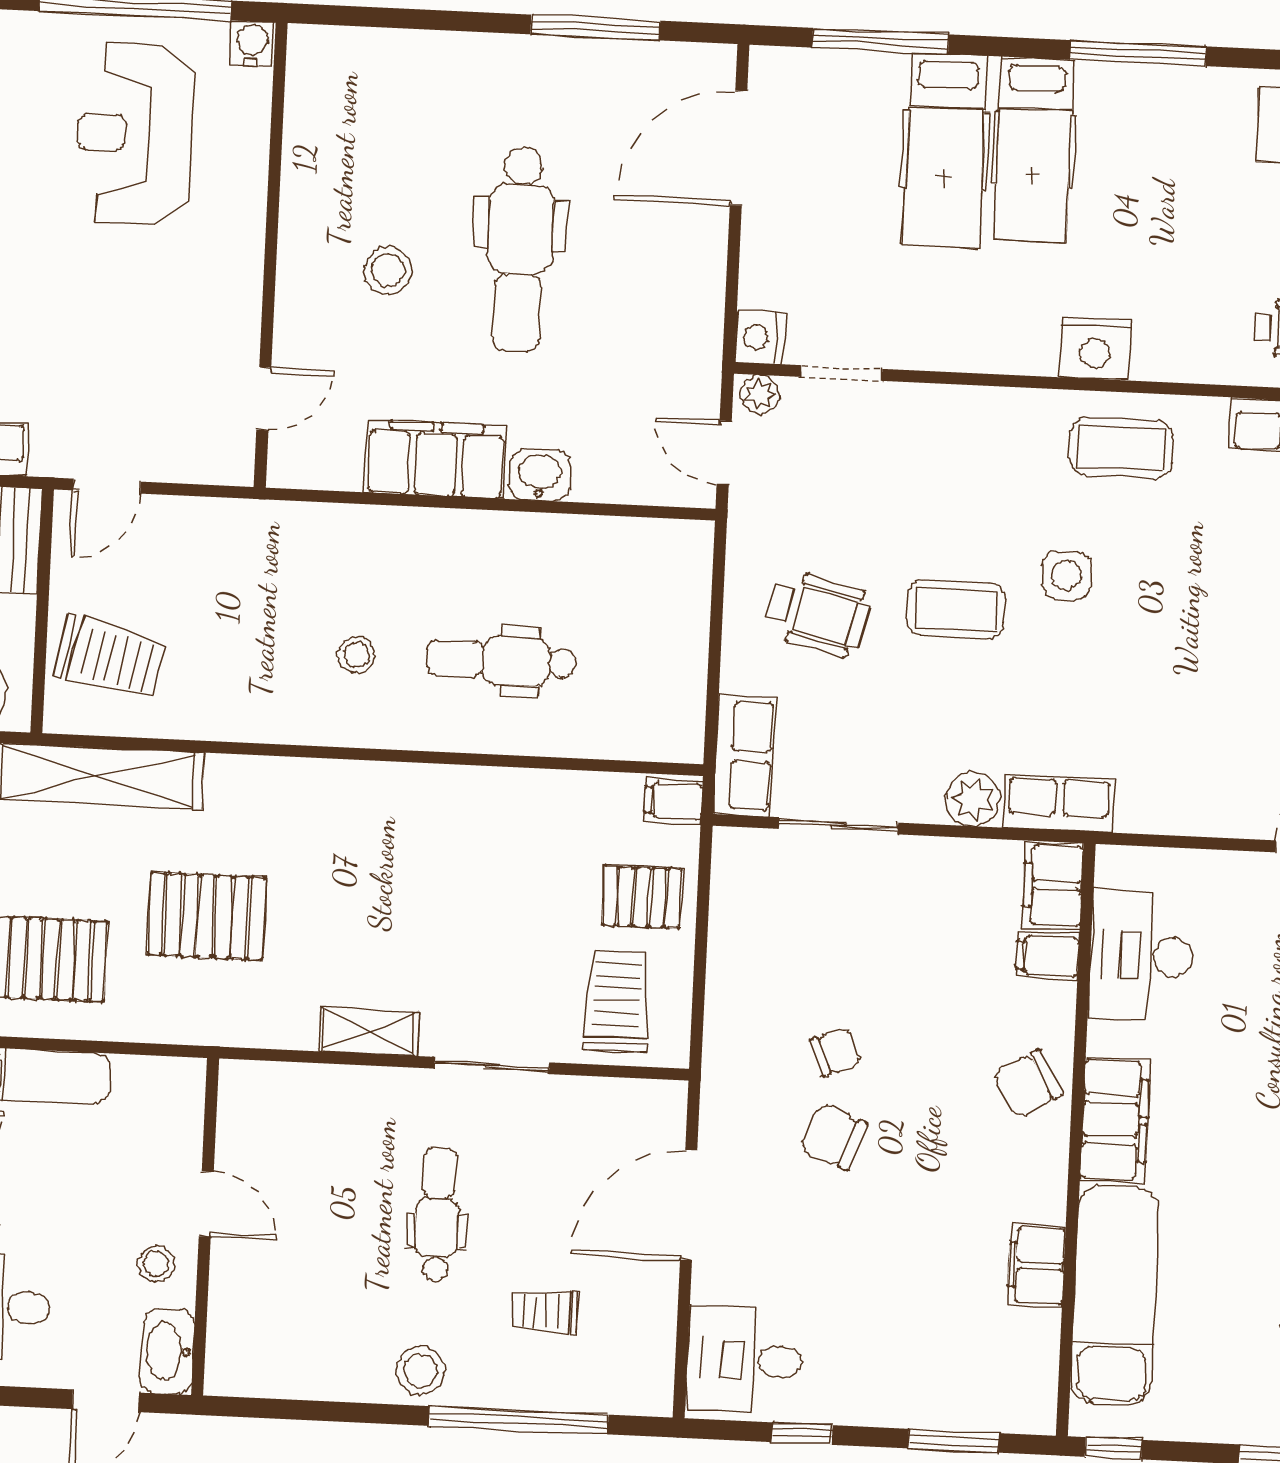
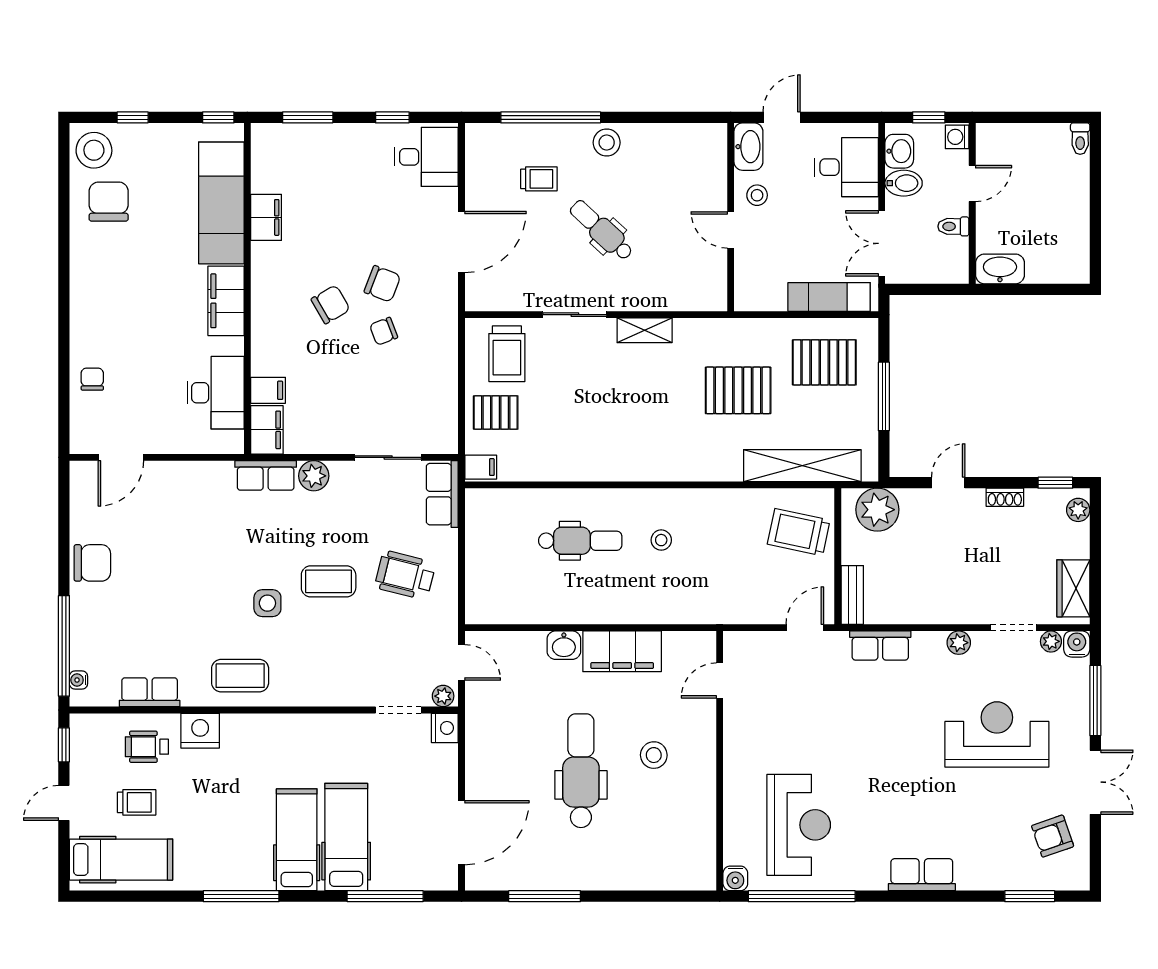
nightstand: (1095, 348) -> (200, 731), moved
chair: (1028, 1084) -> (331, 304), moved
dental chair: (437, 1214) -> (601, 230), turned 133

